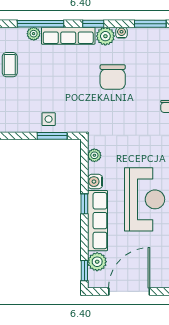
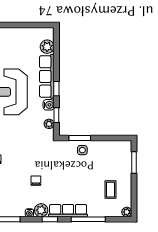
plant: (34, 34) -> (93, 212), removed
chair: (113, 77) -> (36, 181), width x0.54, depth x0.54
window: (84, 271) -> (56, 115), moved
door: (129, 292) -> (24, 25), removed

